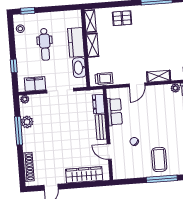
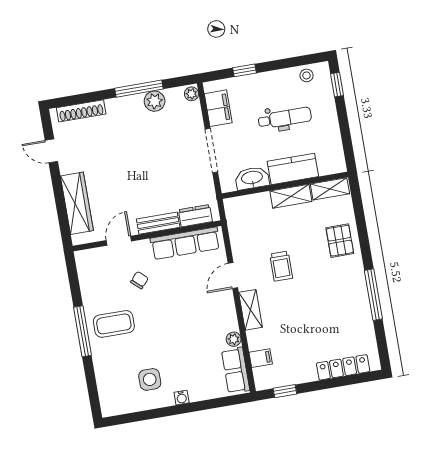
dental chair: (45, 44) -> (285, 118), turned 180
trolley: (104, 79) -> (281, 266), moved
door: (137, 85) -> (233, 276), hinge flipped
row of seats: (115, 112) -> (185, 243), width x1.48

